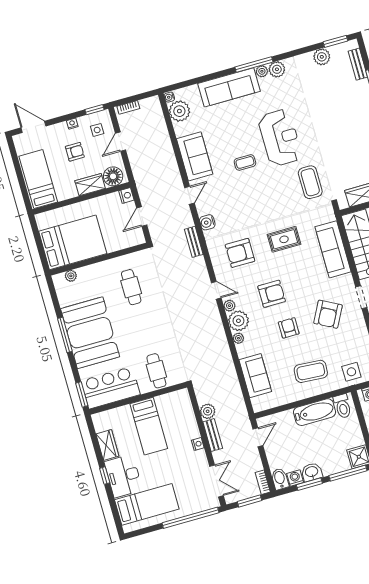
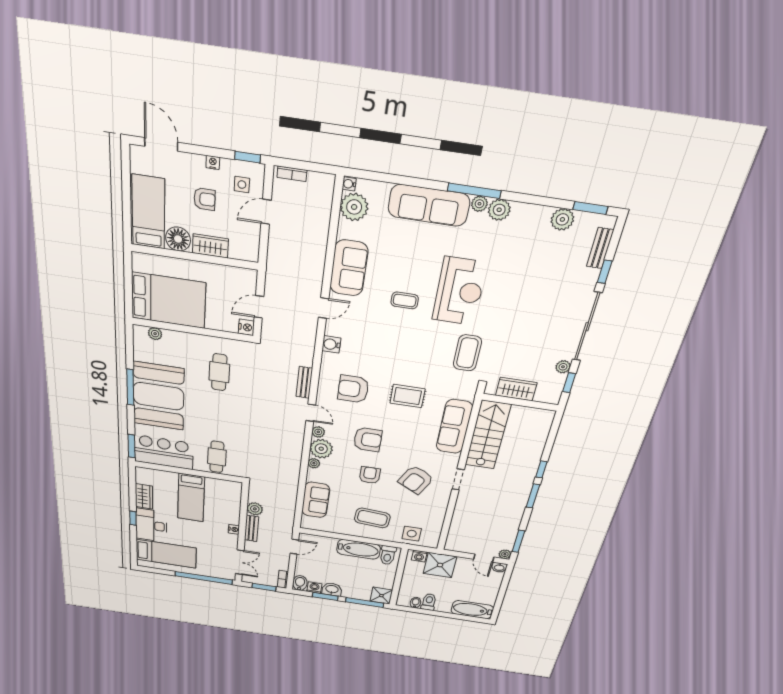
floor lamp: (113, 176) -> (178, 239), moved
nightstand: (126, 195) -> (246, 327), moved
bench: (194, 242) -> (304, 382), moved

